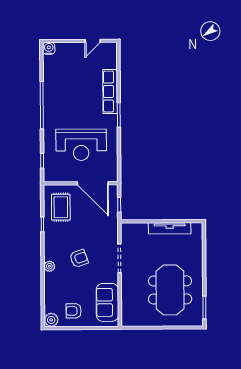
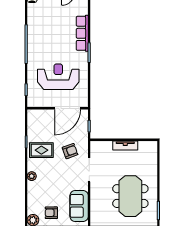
reception desk: (81, 145) -> (58, 77), turned 180
door: (93, 183) -> (68, 108), hinge flipped
rug: (61, 207) -> (41, 150), moved, turned 90
tv unit: (170, 228) -> (125, 145), width x0.71
armchair: (79, 258) -> (70, 151), moved

